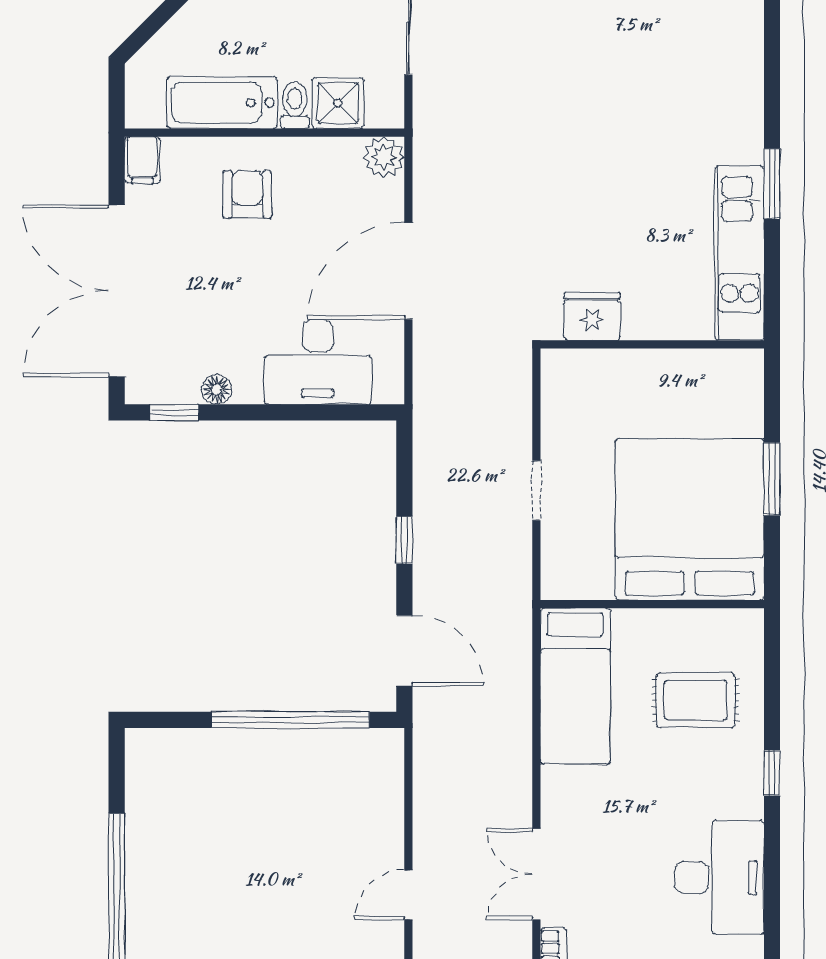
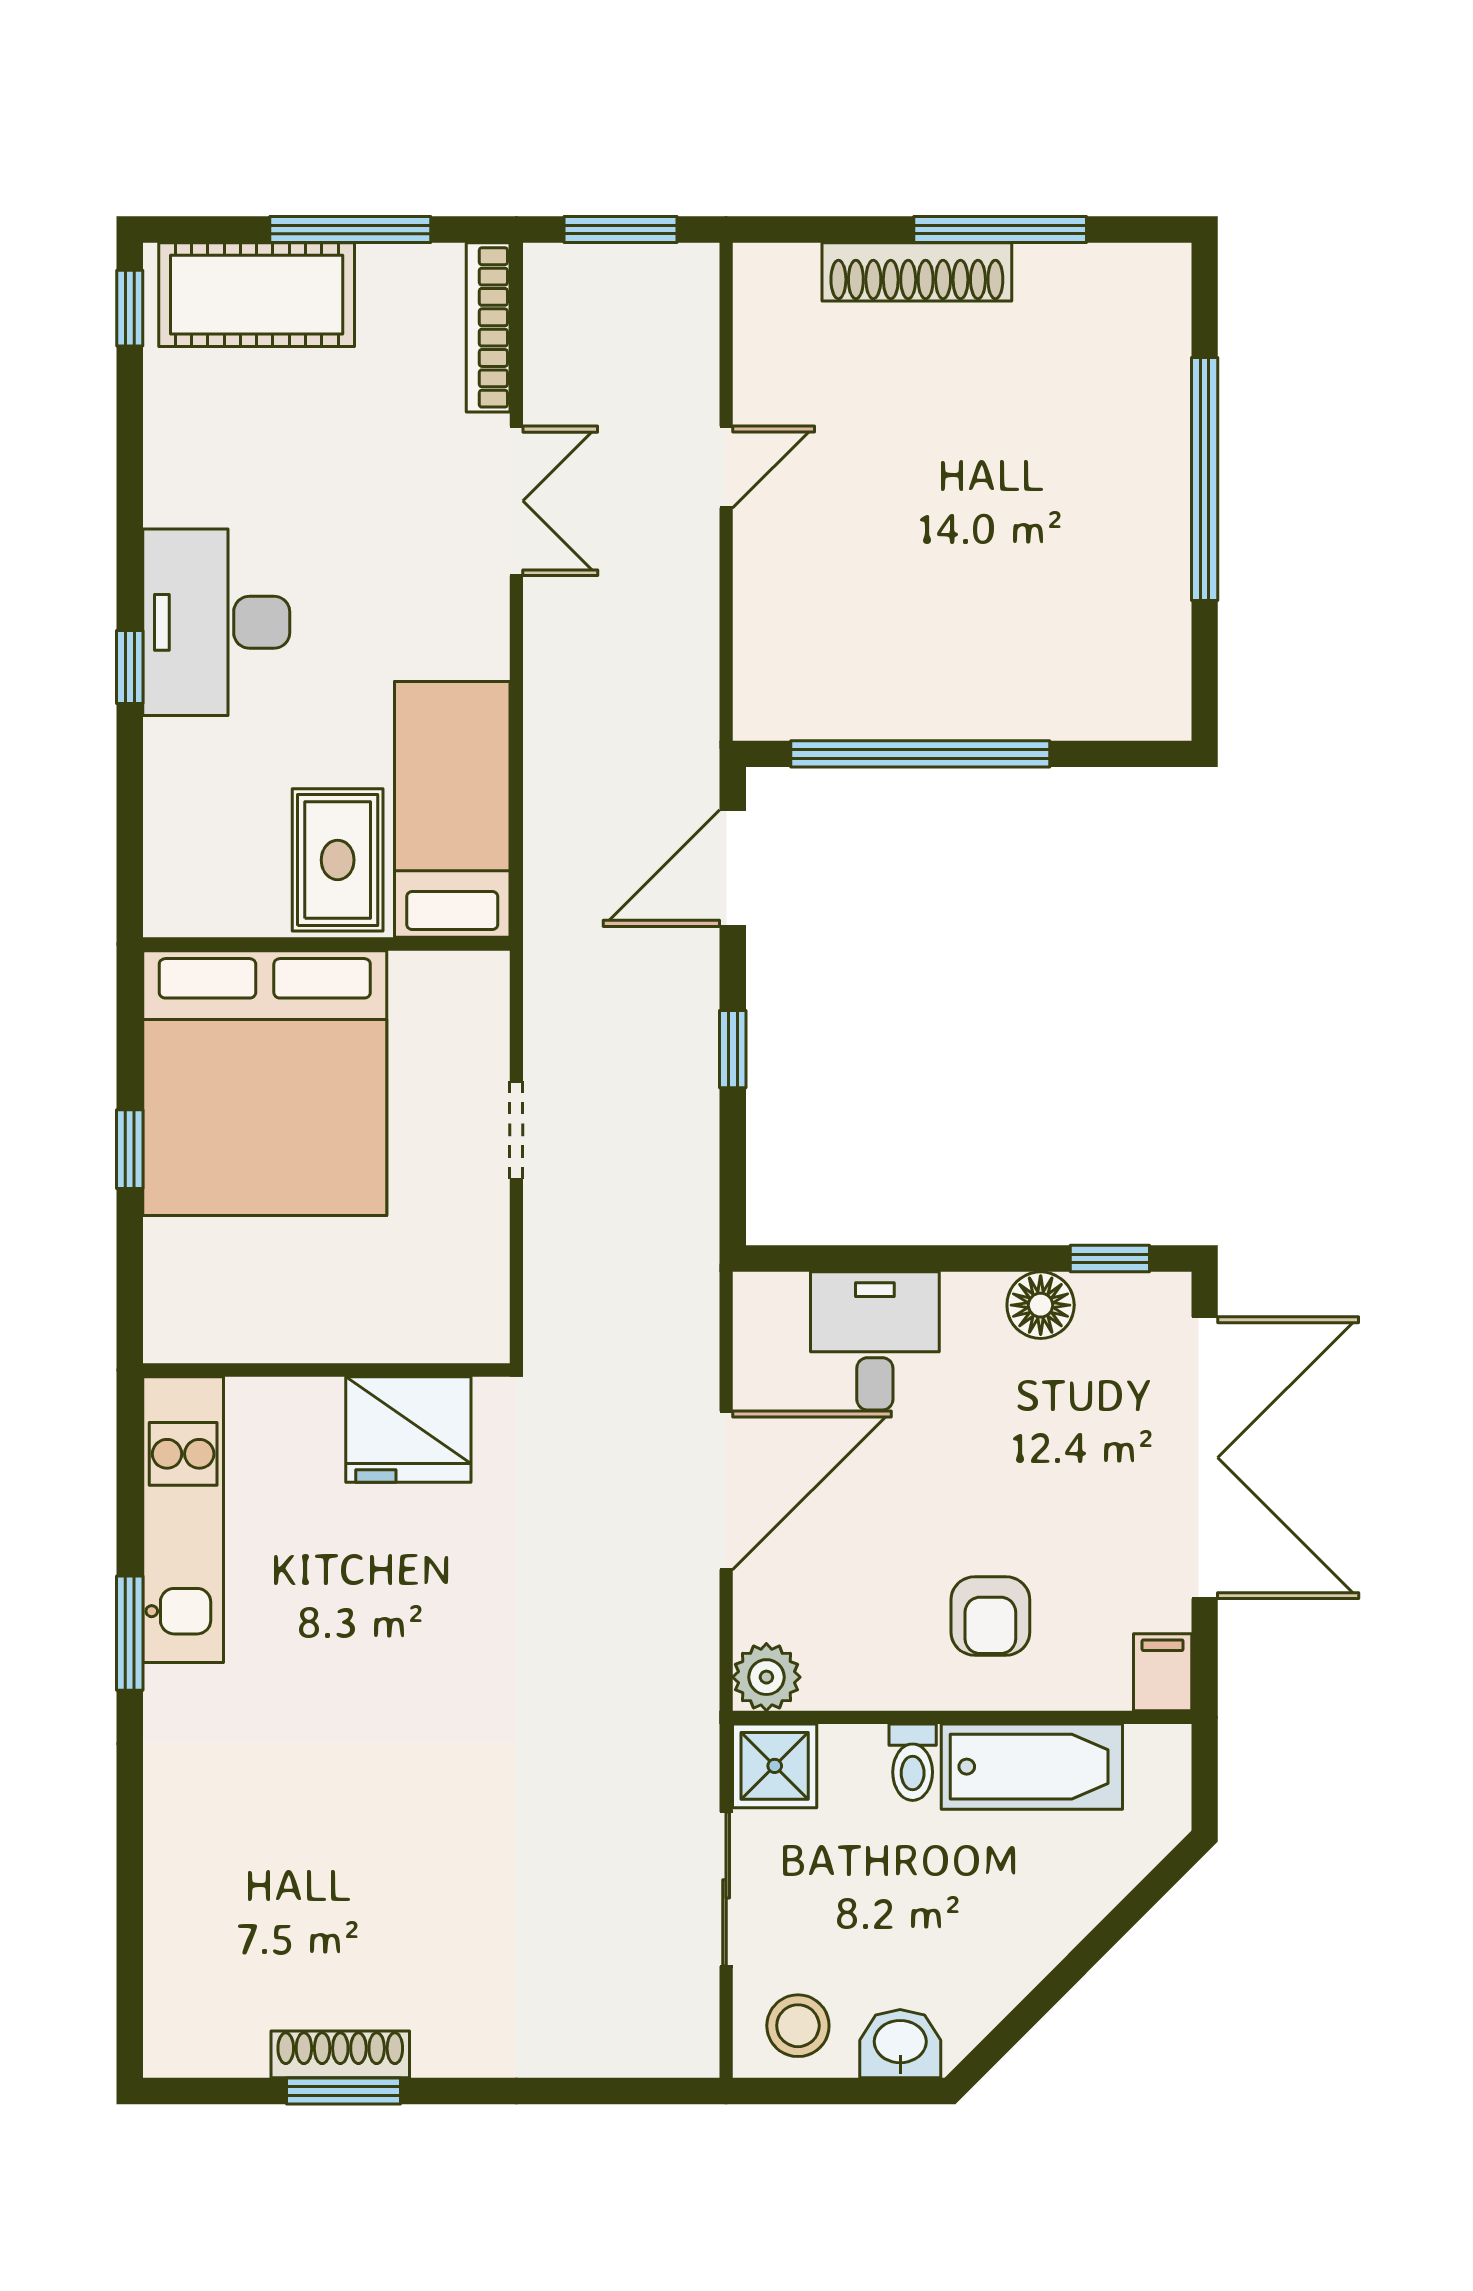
shower: (338, 103) -> (775, 1766), moved
fridge: (592, 316) -> (408, 1430), width x1.36, depth x1.34
desk: (318, 362) -> (875, 1341), width x0.73
floor lamp: (217, 389) -> (1041, 1305), width x1.37, depth x1.37
window: (772, 479) -> (130, 1149), width x0.67
door: (404, 650) -> (733, 868), hinge flipped
rug: (695, 700) -> (338, 860), moved, turned 90
desk: (719, 878) -> (216, 622), moved

